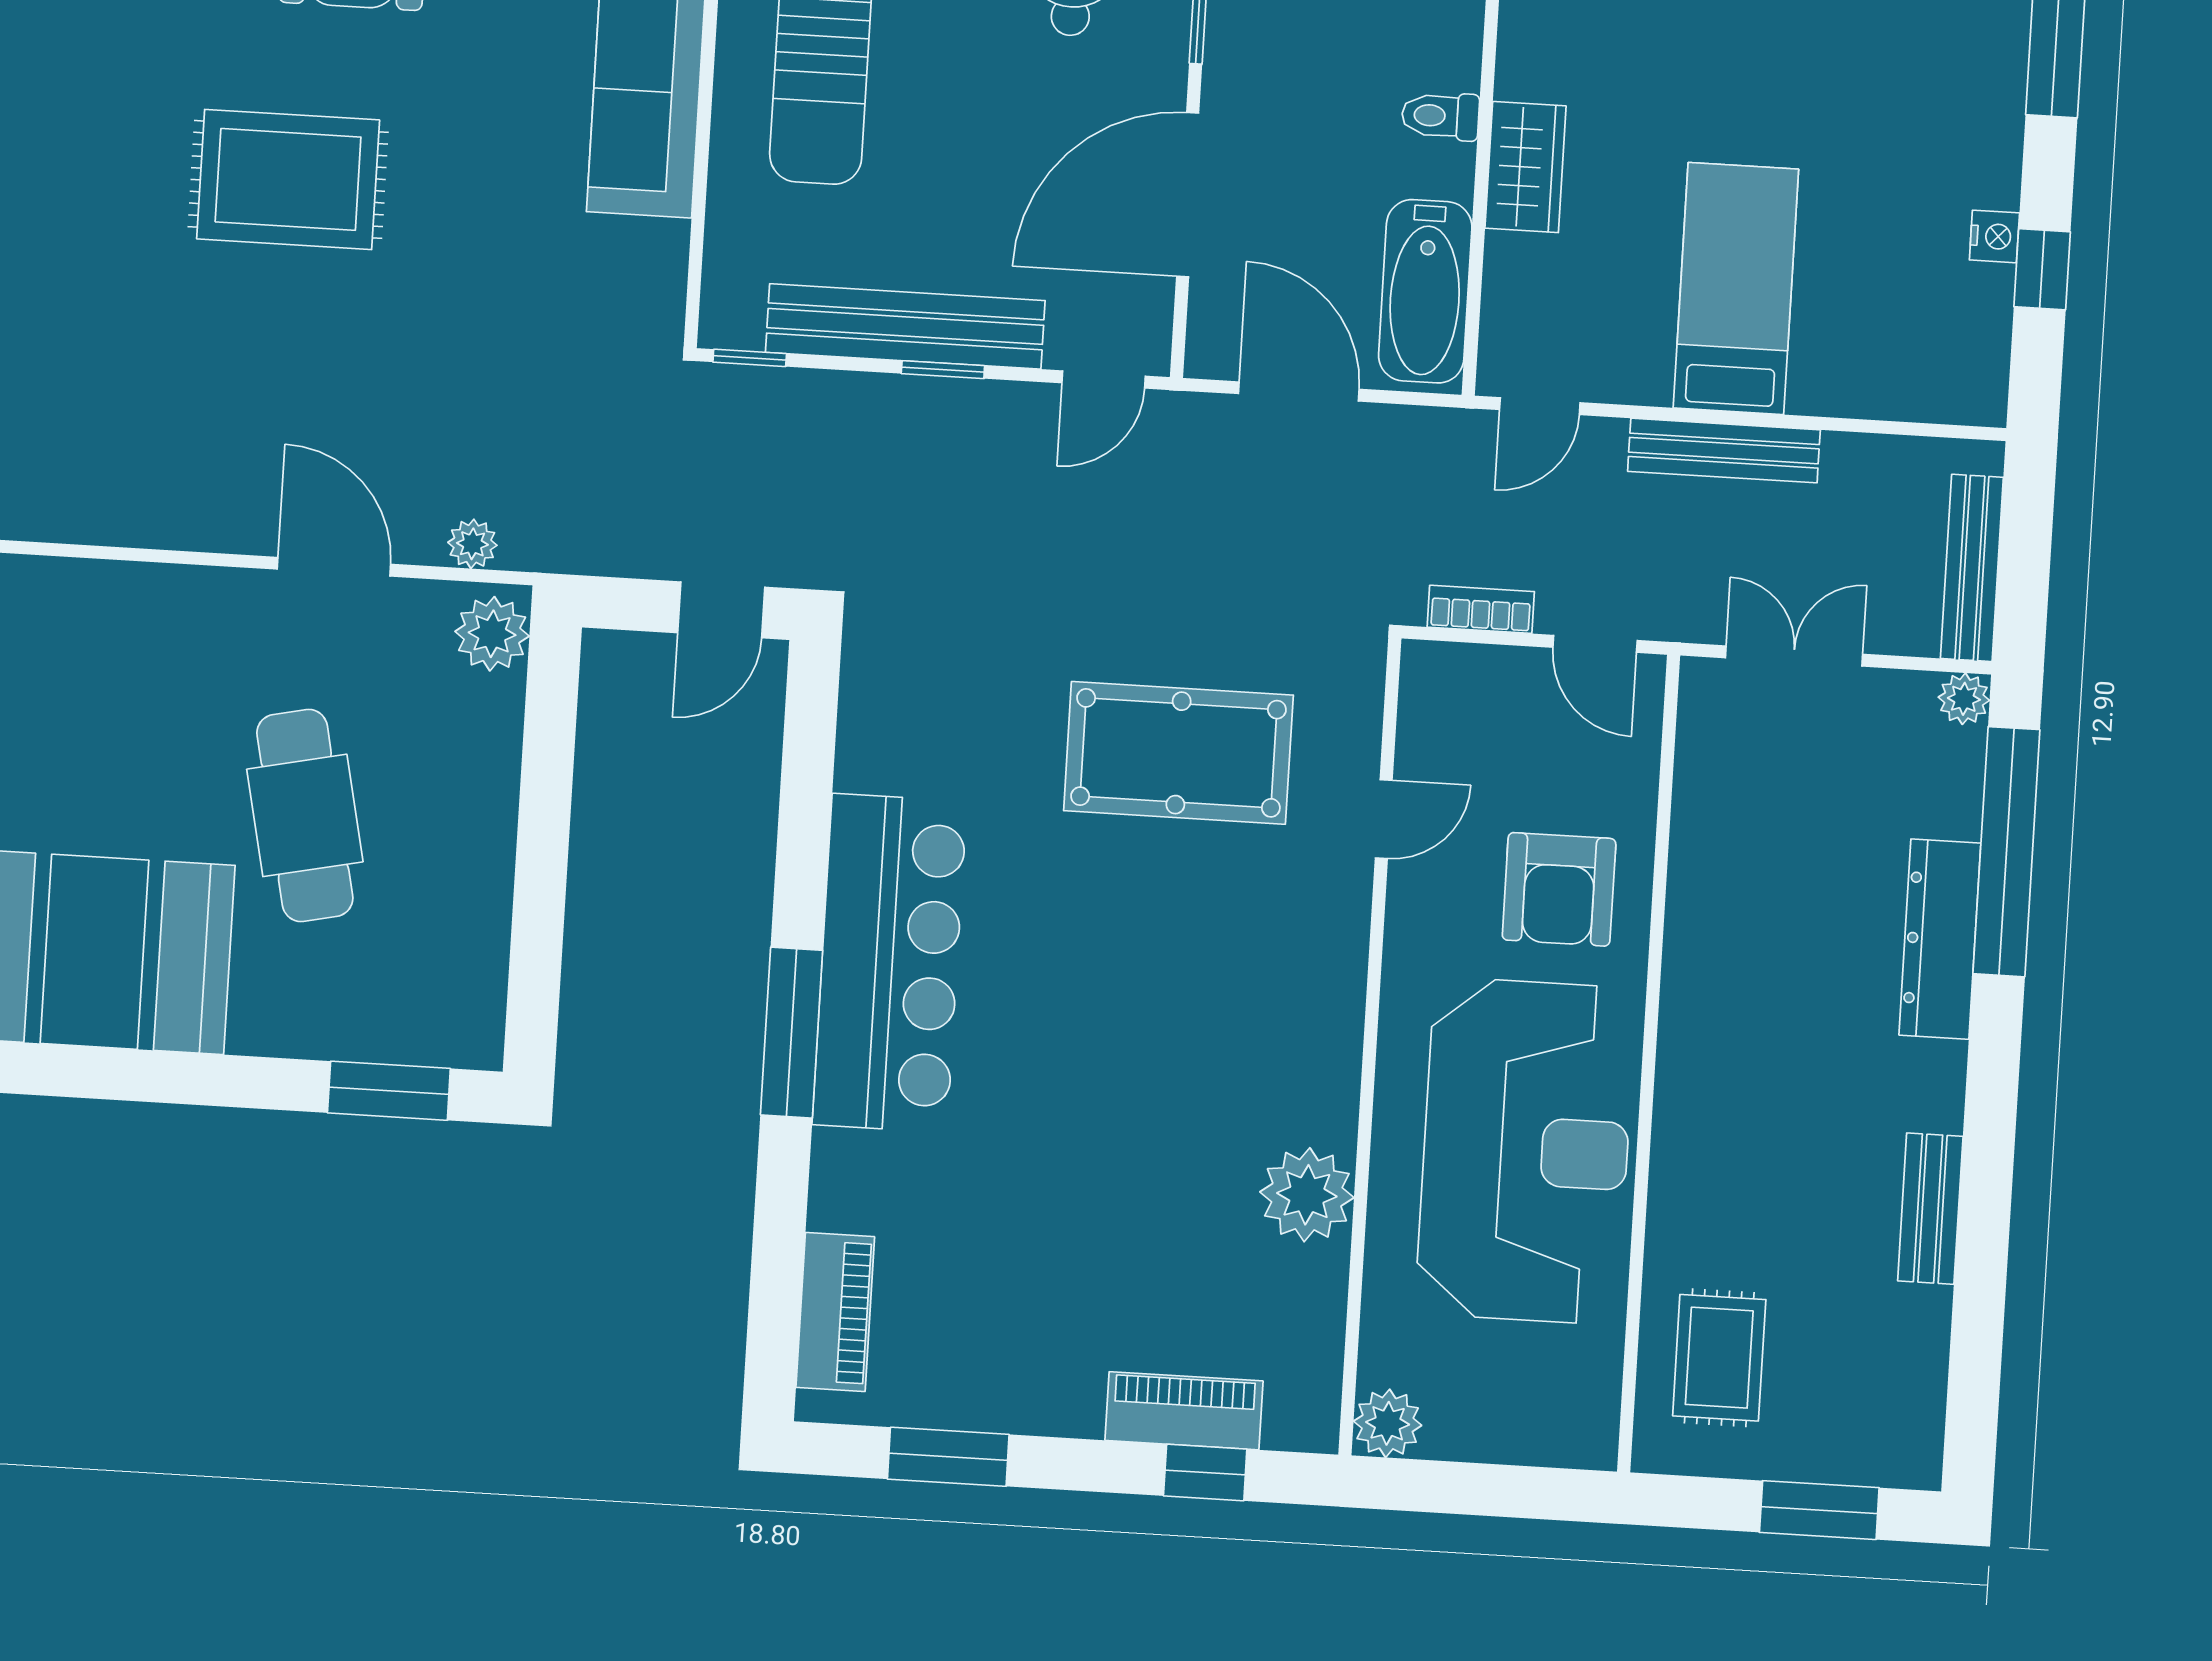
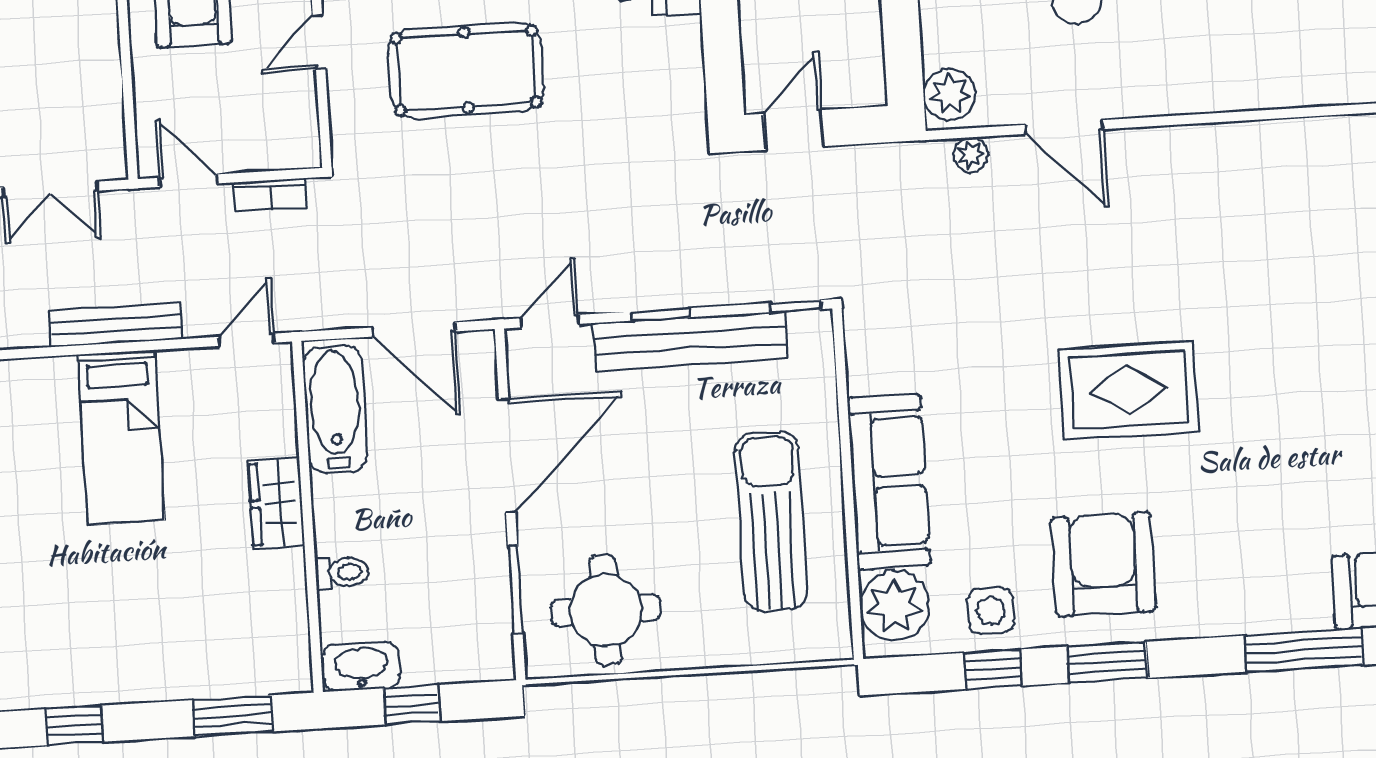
toilet: (1440, 116) -> (342, 572), moved

